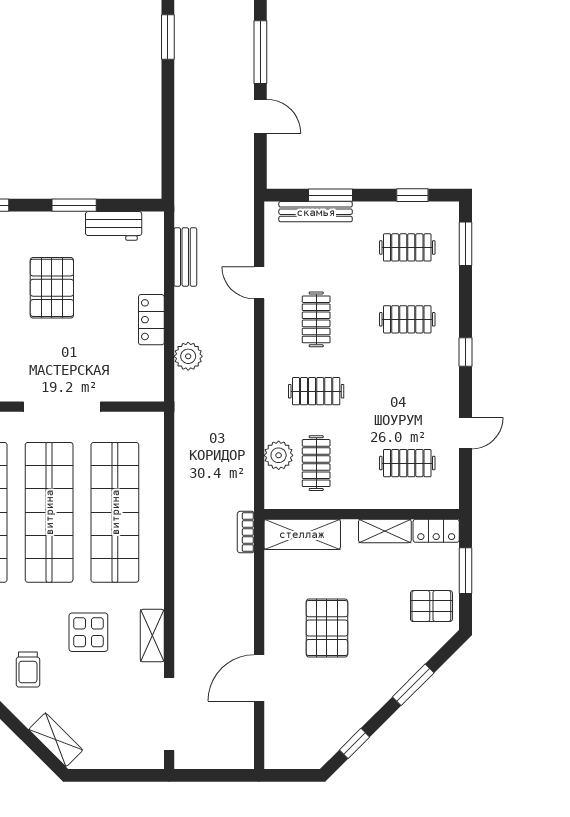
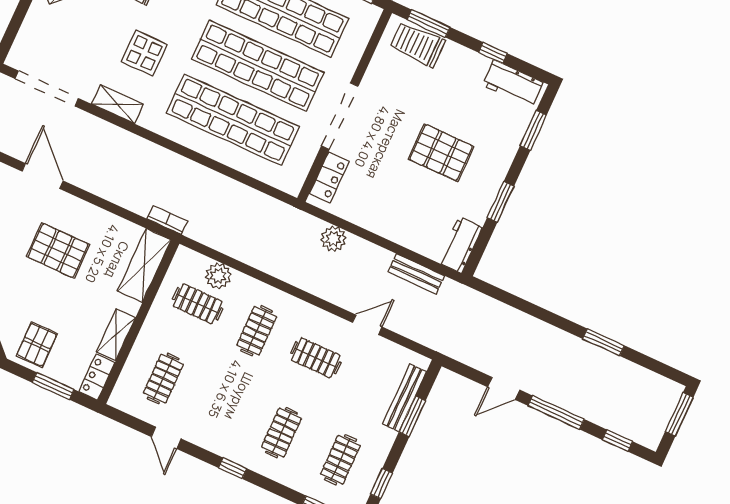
workbench: (114, 226) -> (460, 245), moved
locker: (151, 320) -> (329, 177), moved, turned 90

